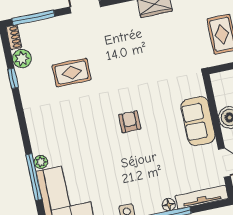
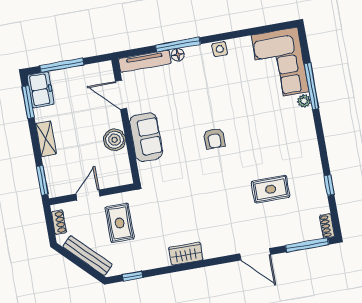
plant: (22, 59) -> (320, 205), removed

